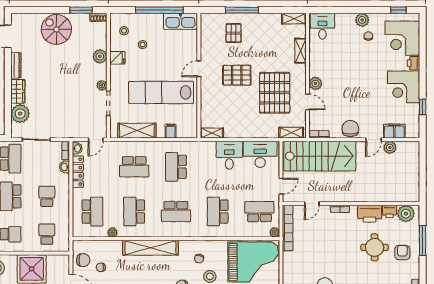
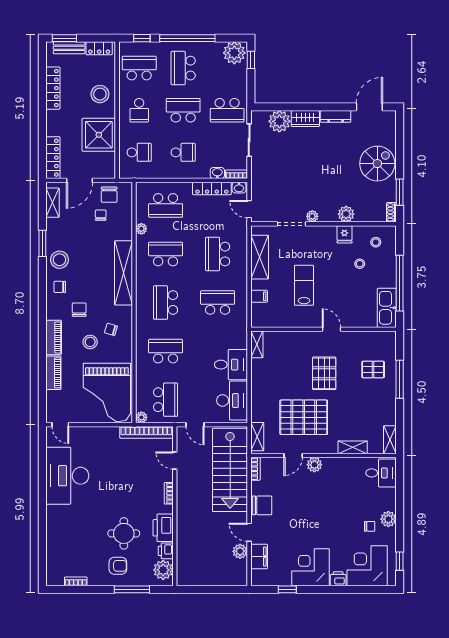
lab bench: (161, 92) -> (304, 285), width x0.54, depth x0.72

